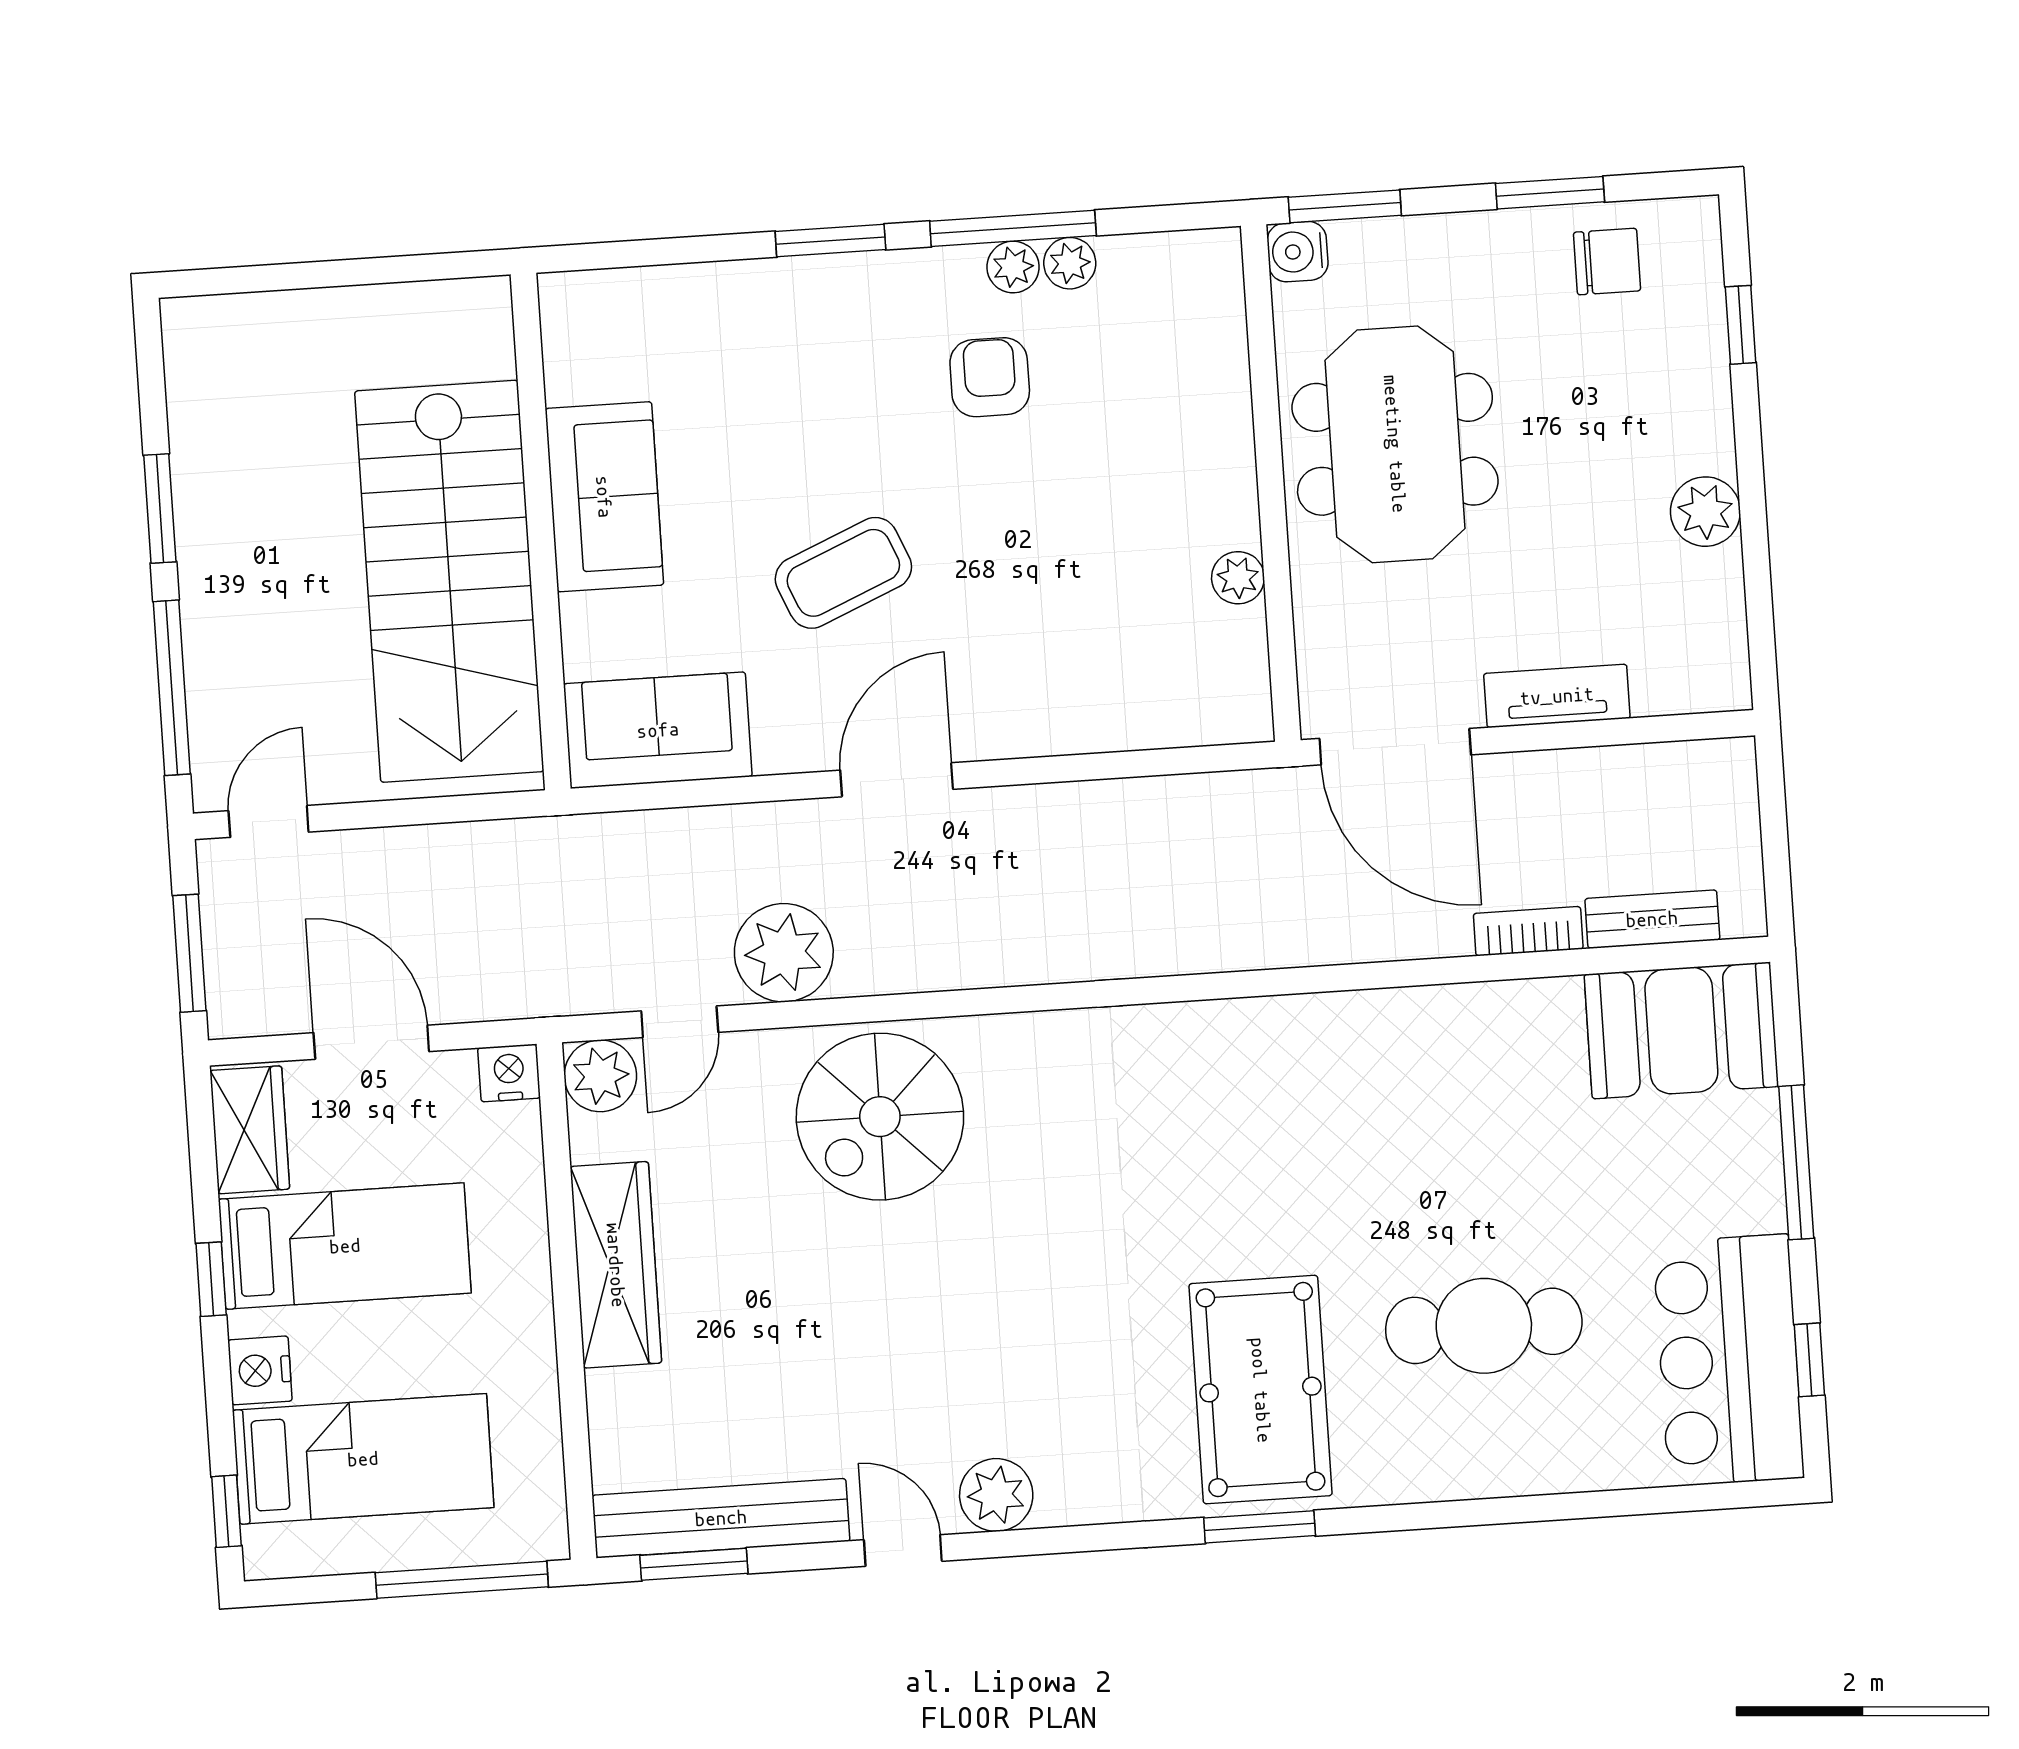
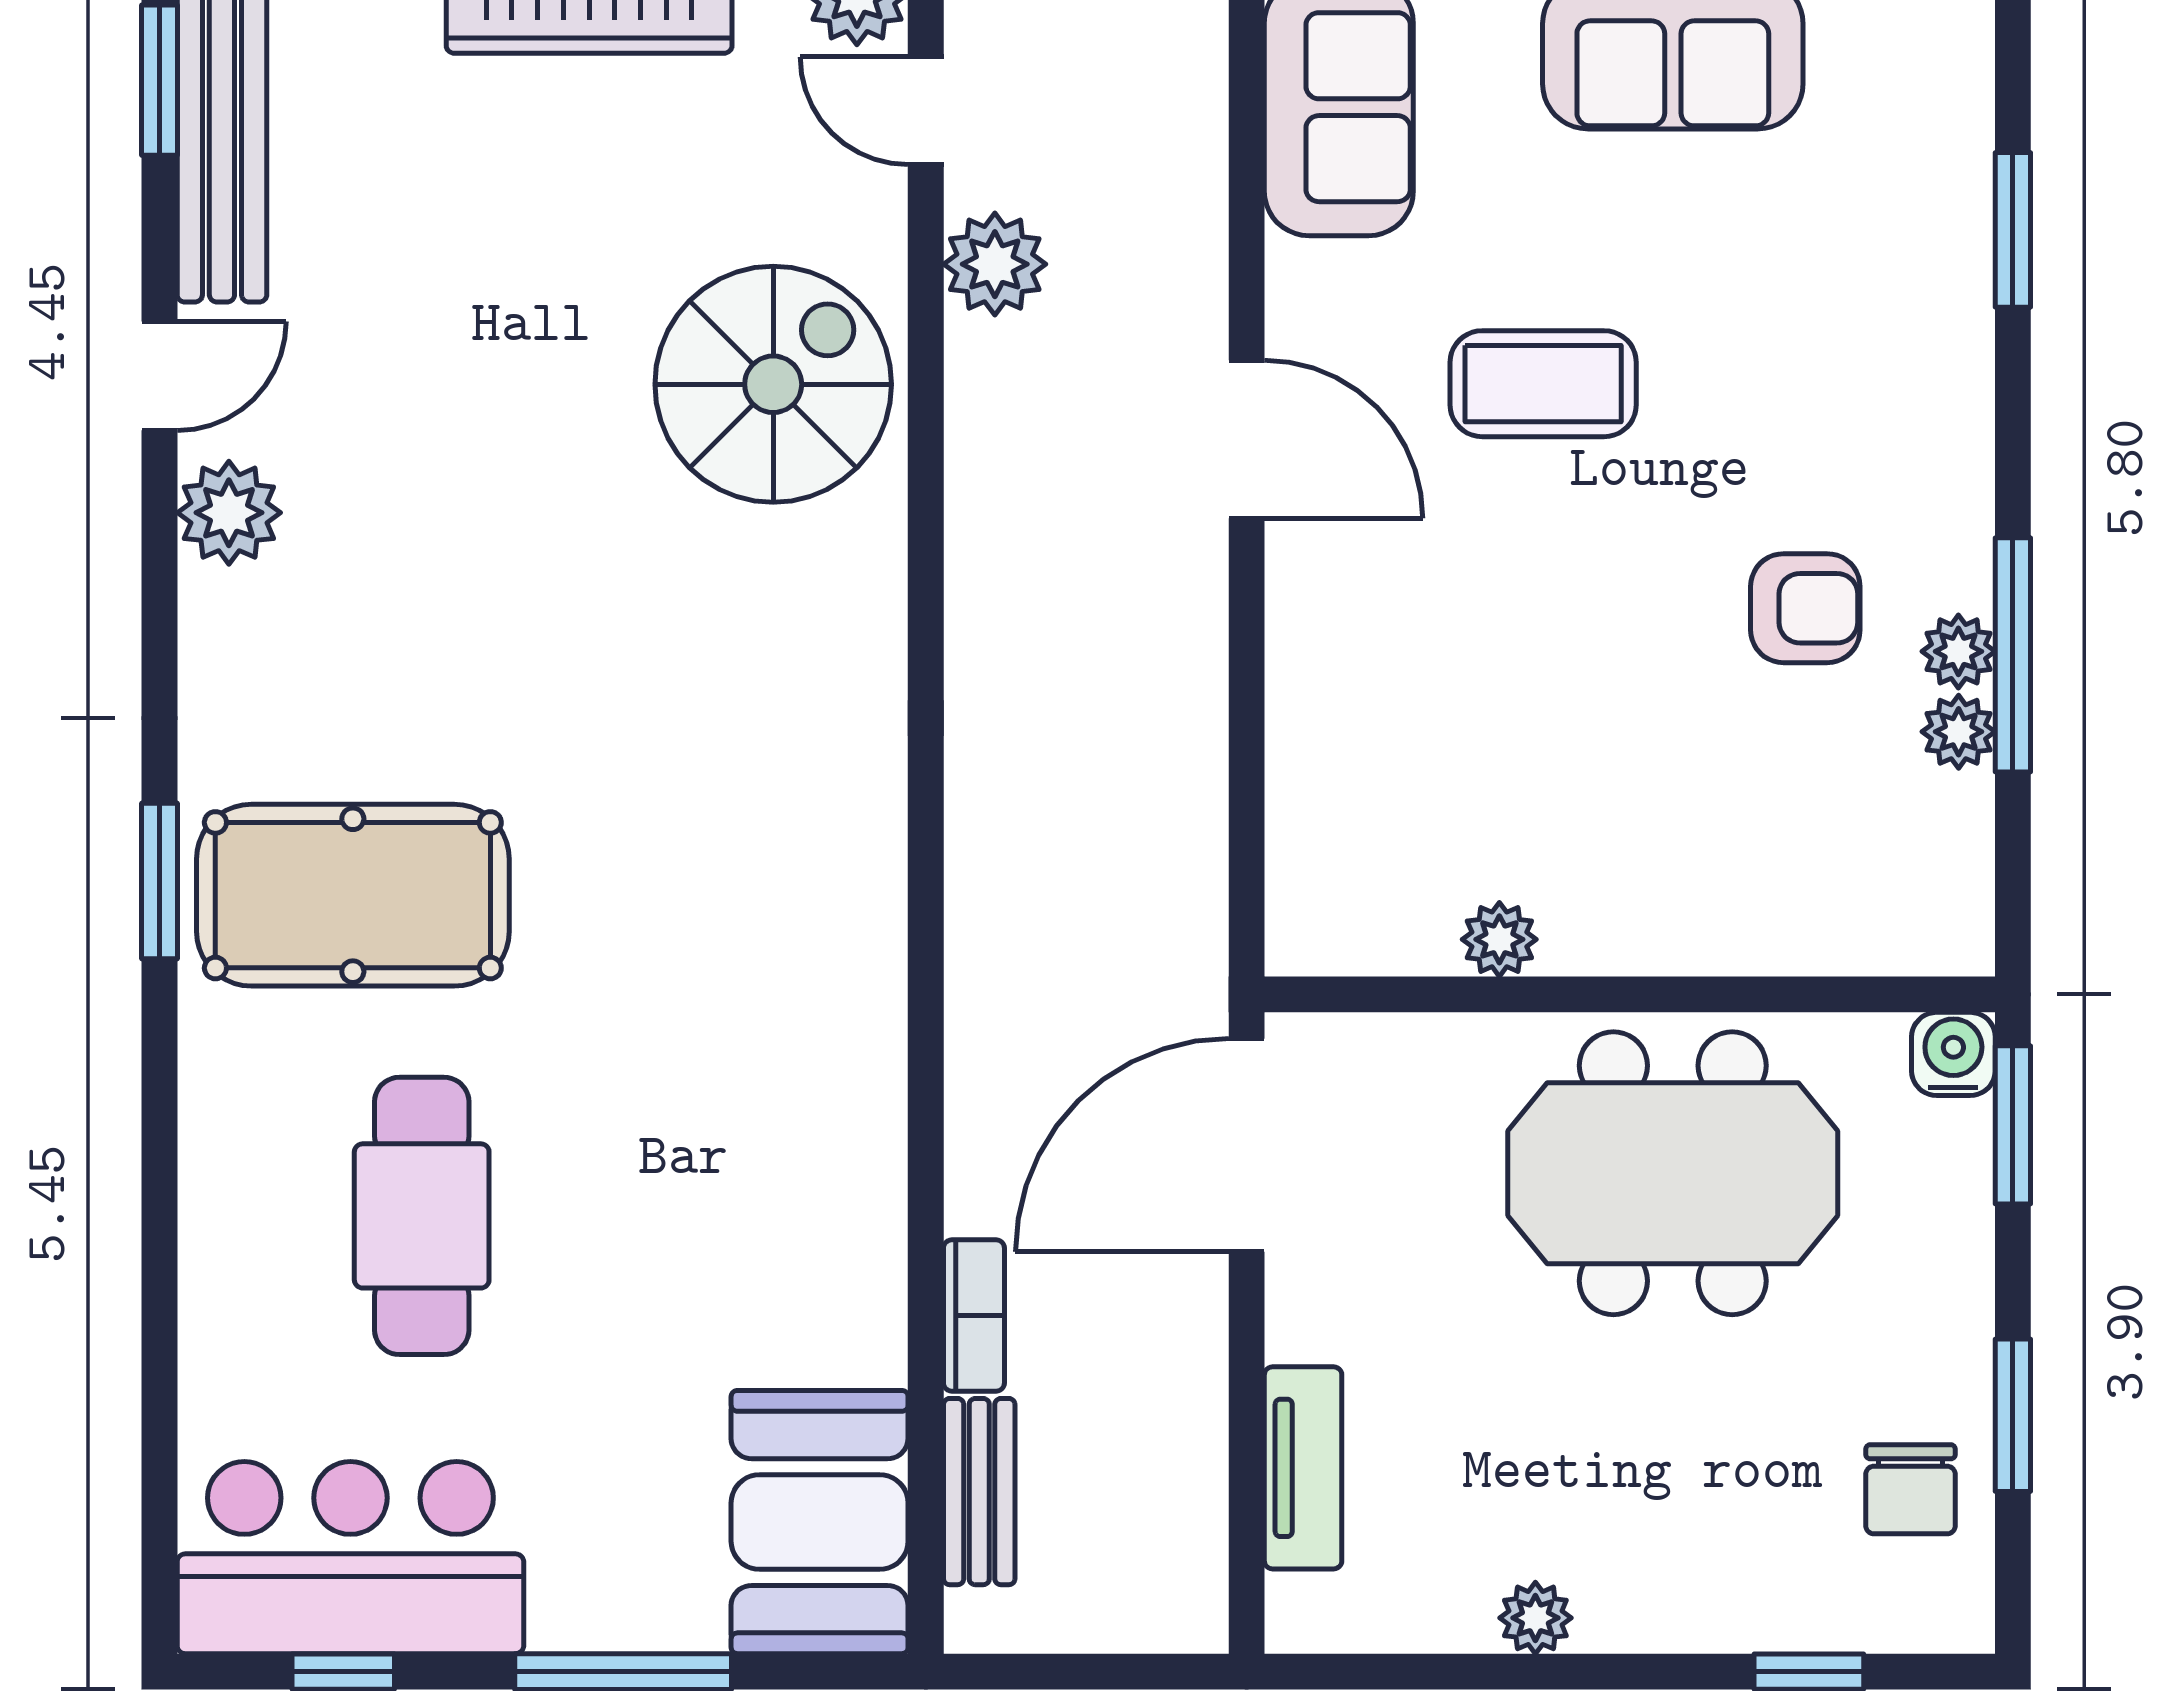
window: (830, 240) -> (2013, 230), moved
plant: (1705, 512) -> (1535, 1618), width x0.73, depth x0.73
coffee table: (843, 573) -> (1543, 384), turned -67
tv unit: (1557, 696) -> (1303, 1468), moved
plant: (784, 953) -> (995, 264), width x0.73, depth x0.73
spiral stairs: (880, 1117) -> (773, 384), turned 90

